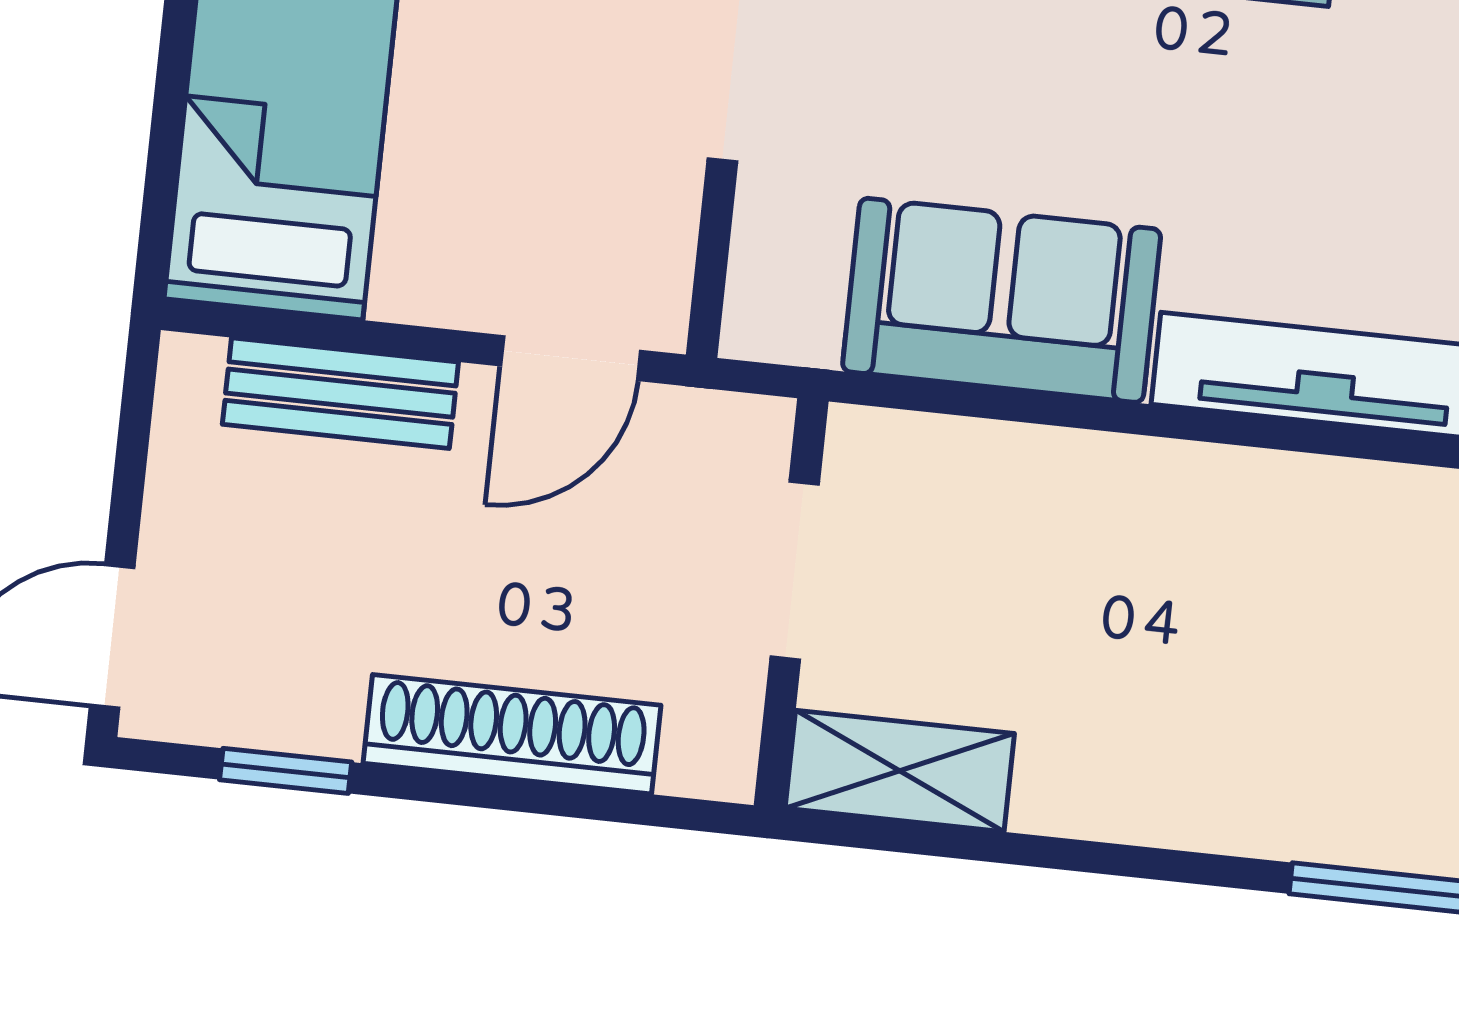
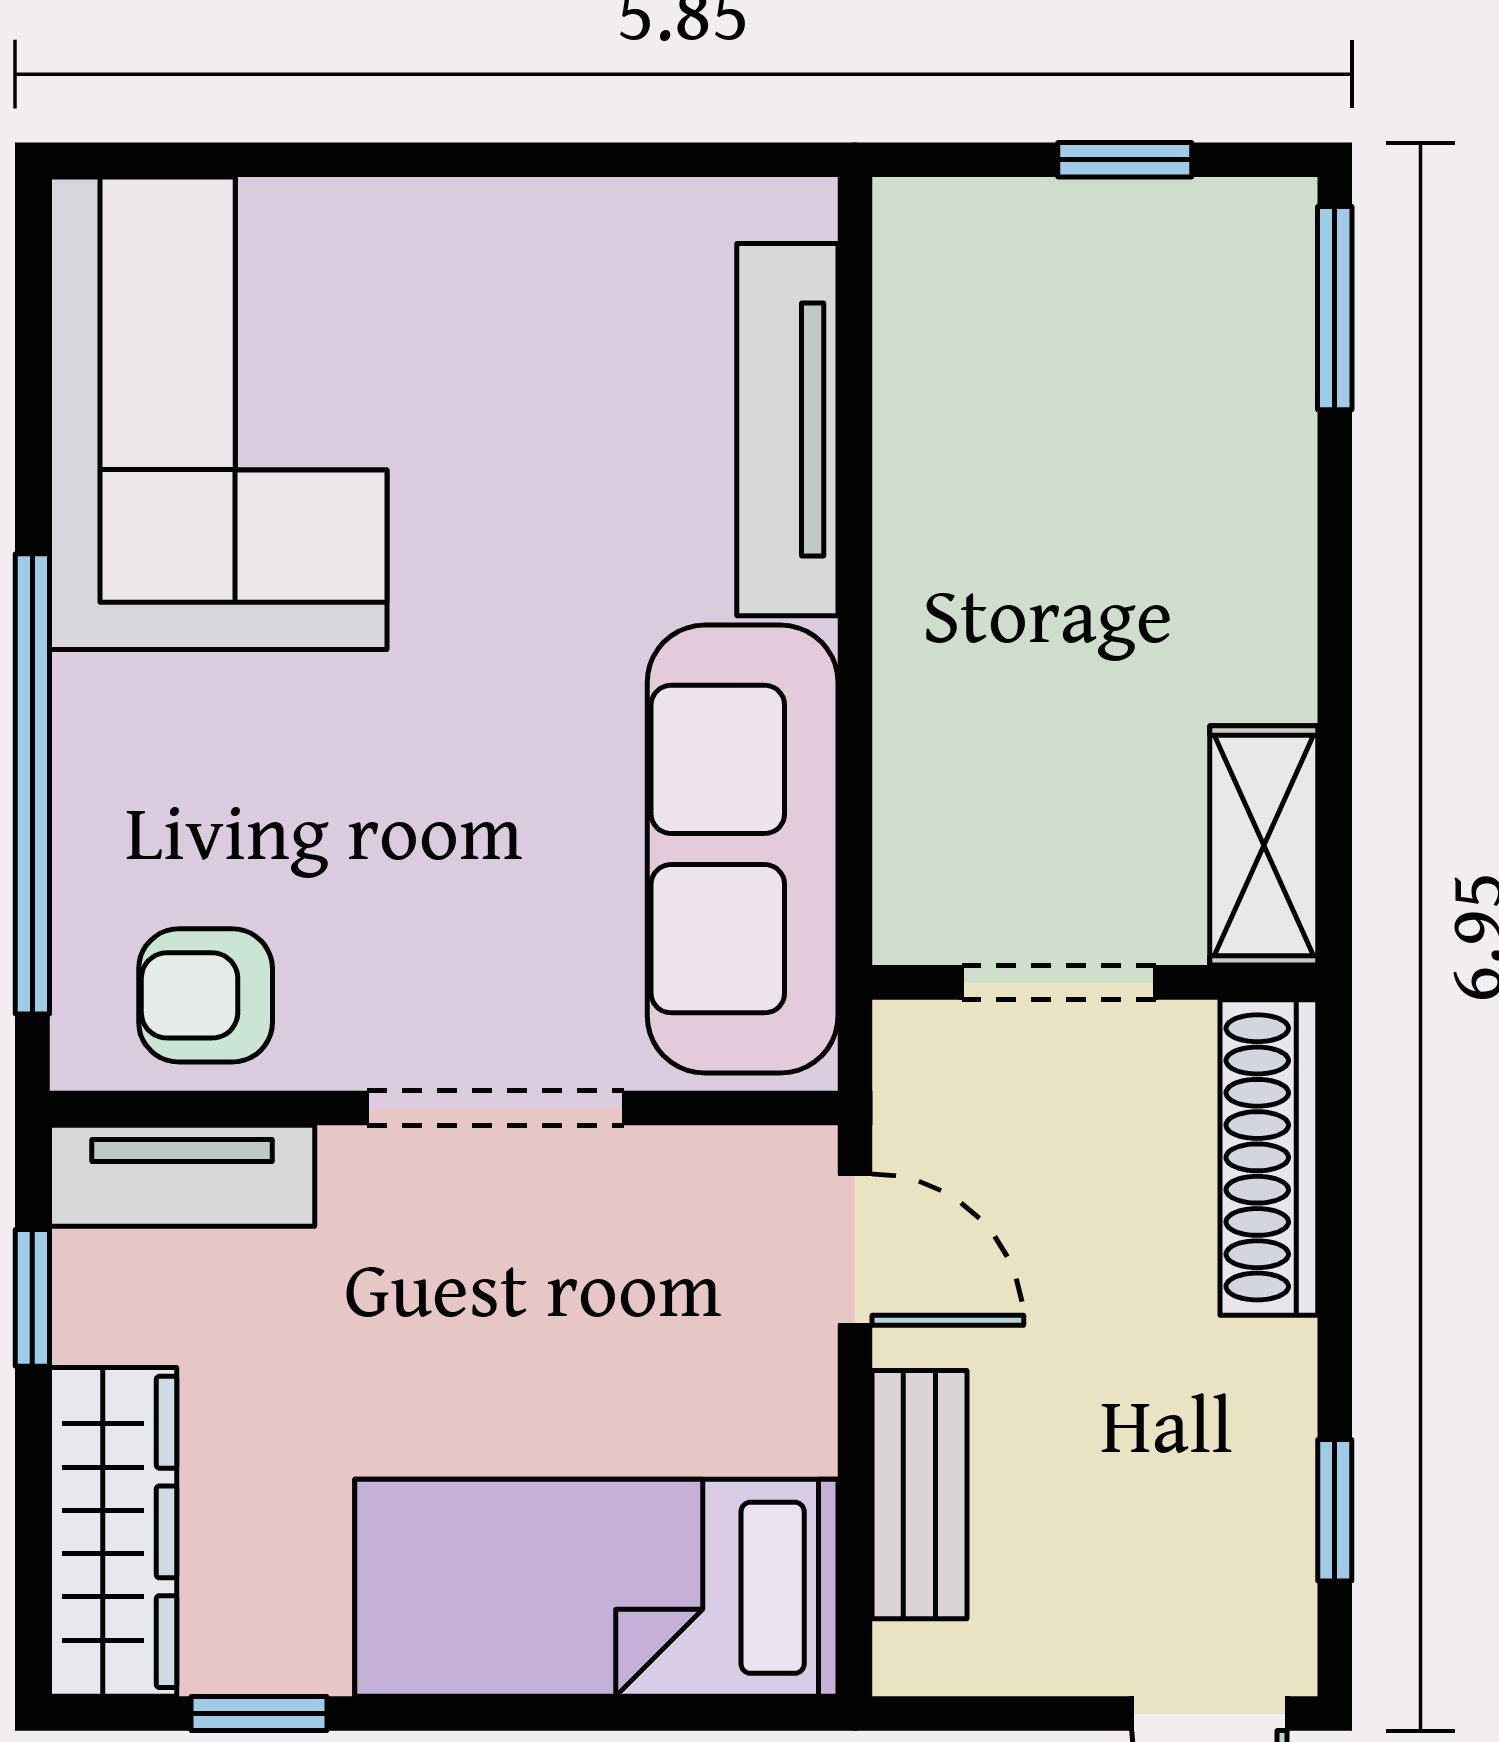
sofa: (1002, 300) -> (743, 849), width x1.36
shoe rack: (512, 734) -> (1269, 1157), moved

